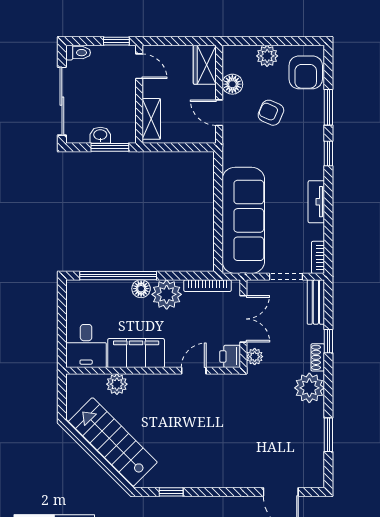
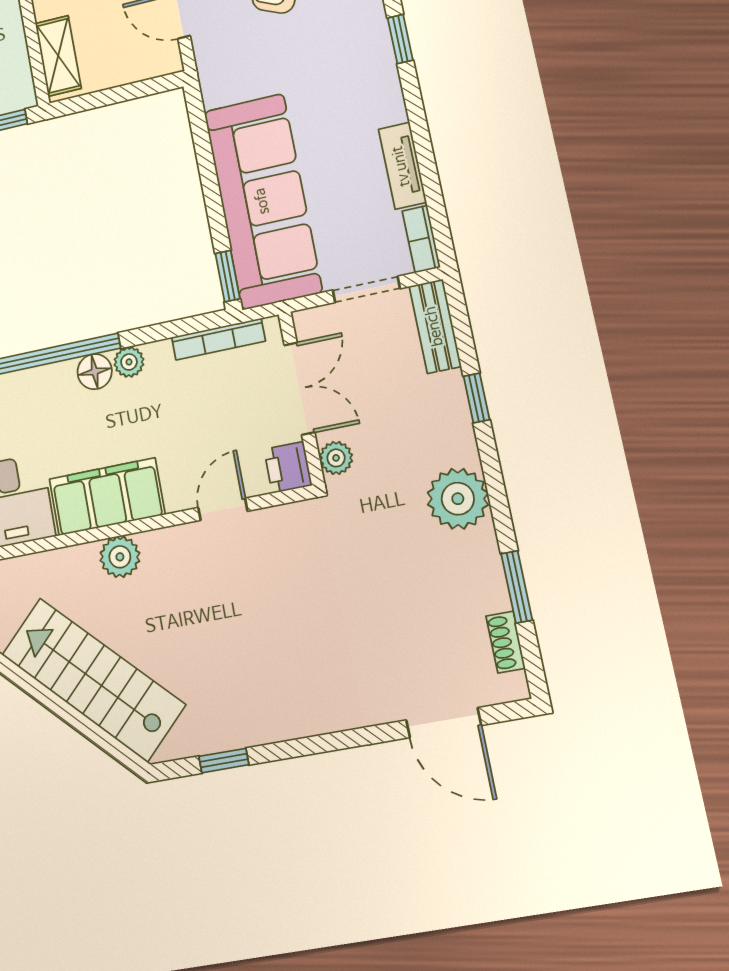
tv unit: (316, 202) -> (402, 166), moved
window: (218, 255) -> (228, 276), added
plant: (167, 294) -> (129, 362), width x0.53, depth x0.53
shoe rack: (318, 357) -> (506, 642), moved
plant: (117, 384) -> (120, 557), moved

